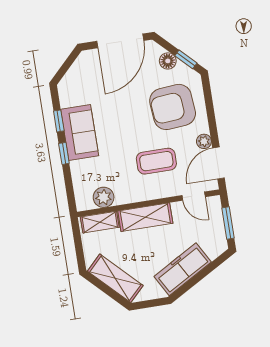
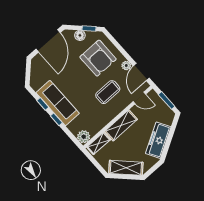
armchair: (173, 107) -> (98, 58), turned -85
sofa: (80, 133) -> (58, 103), width x1.36
plant: (104, 197) -> (84, 137), moved

